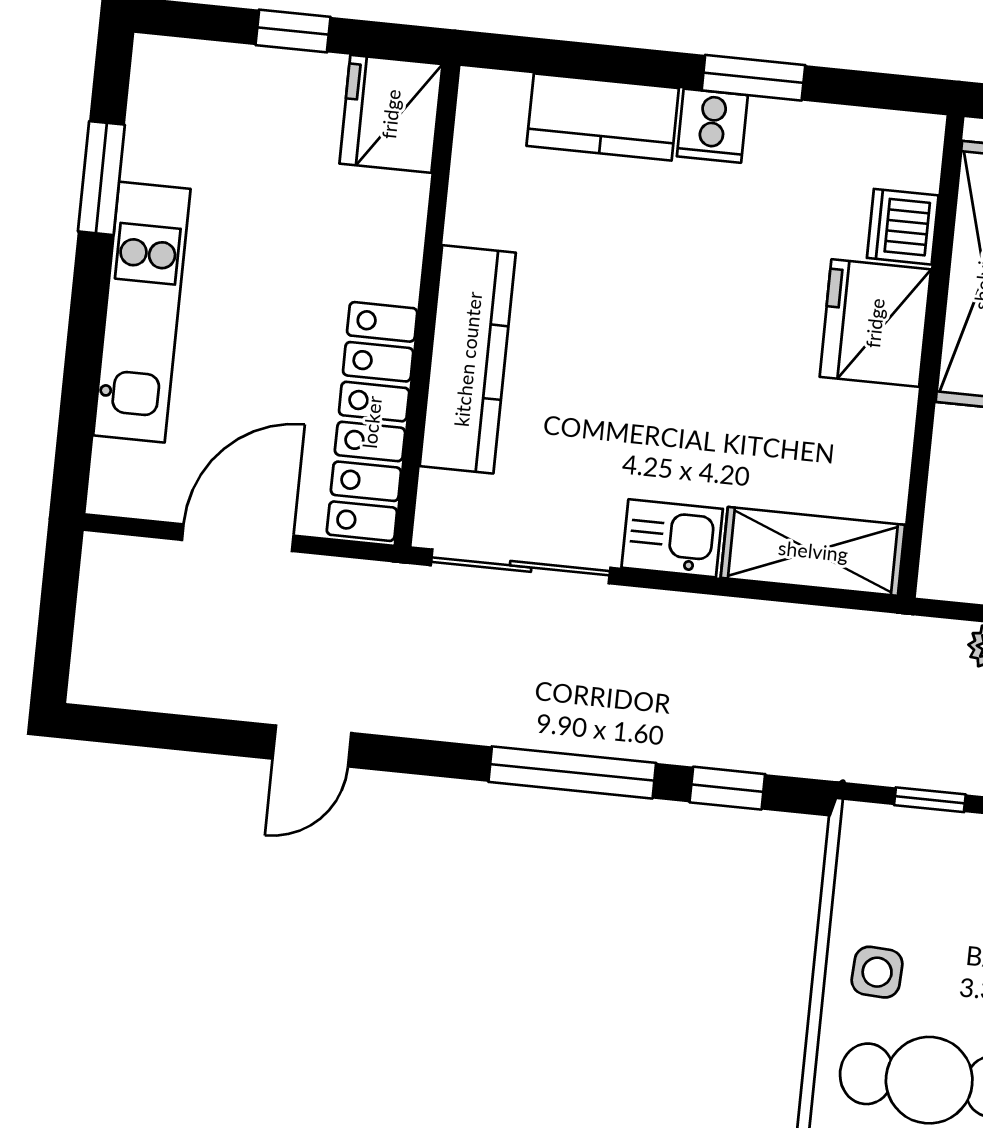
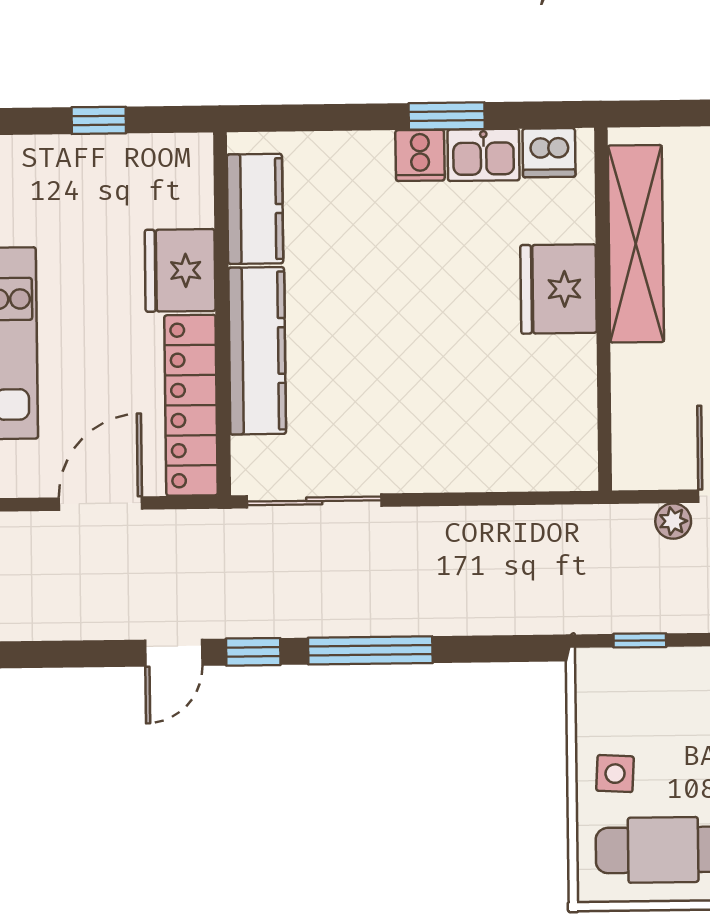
fridge: (391, 114) -> (180, 270), moved
kitchen counter: (603, 117) -> (255, 209), moved, turned -90
dishwasher: (903, 227) -> (549, 153), moved, turned -90
kitchen sink: (672, 538) -> (484, 155), moved, turned 180
shelving: (813, 551) -> (531, 465), removed
window: (727, 788) -> (253, 652), moved

